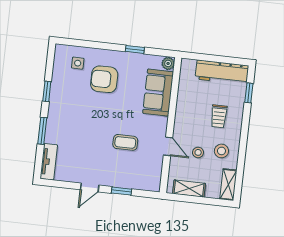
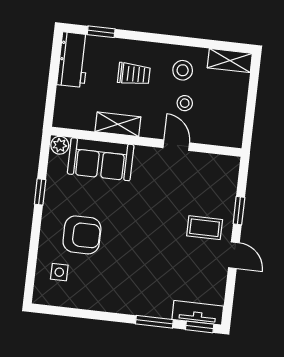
workbench: (222, 72) -> (73, 60), width x0.73
armchair: (104, 79) -> (82, 235), turned -90
window: (47, 91) -> (200, 327), moved
coffee table: (125, 142) -> (205, 228), moved, turned 90
door: (168, 146) -> (176, 145), hinge flipped
shelving: (189, 189) -> (118, 124), moved, turned 90

